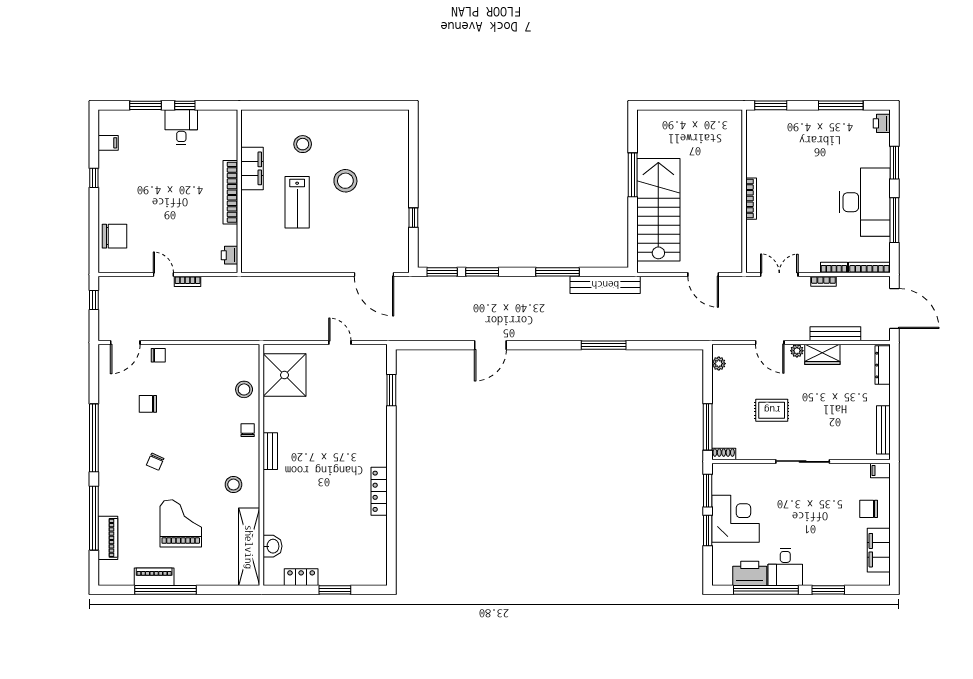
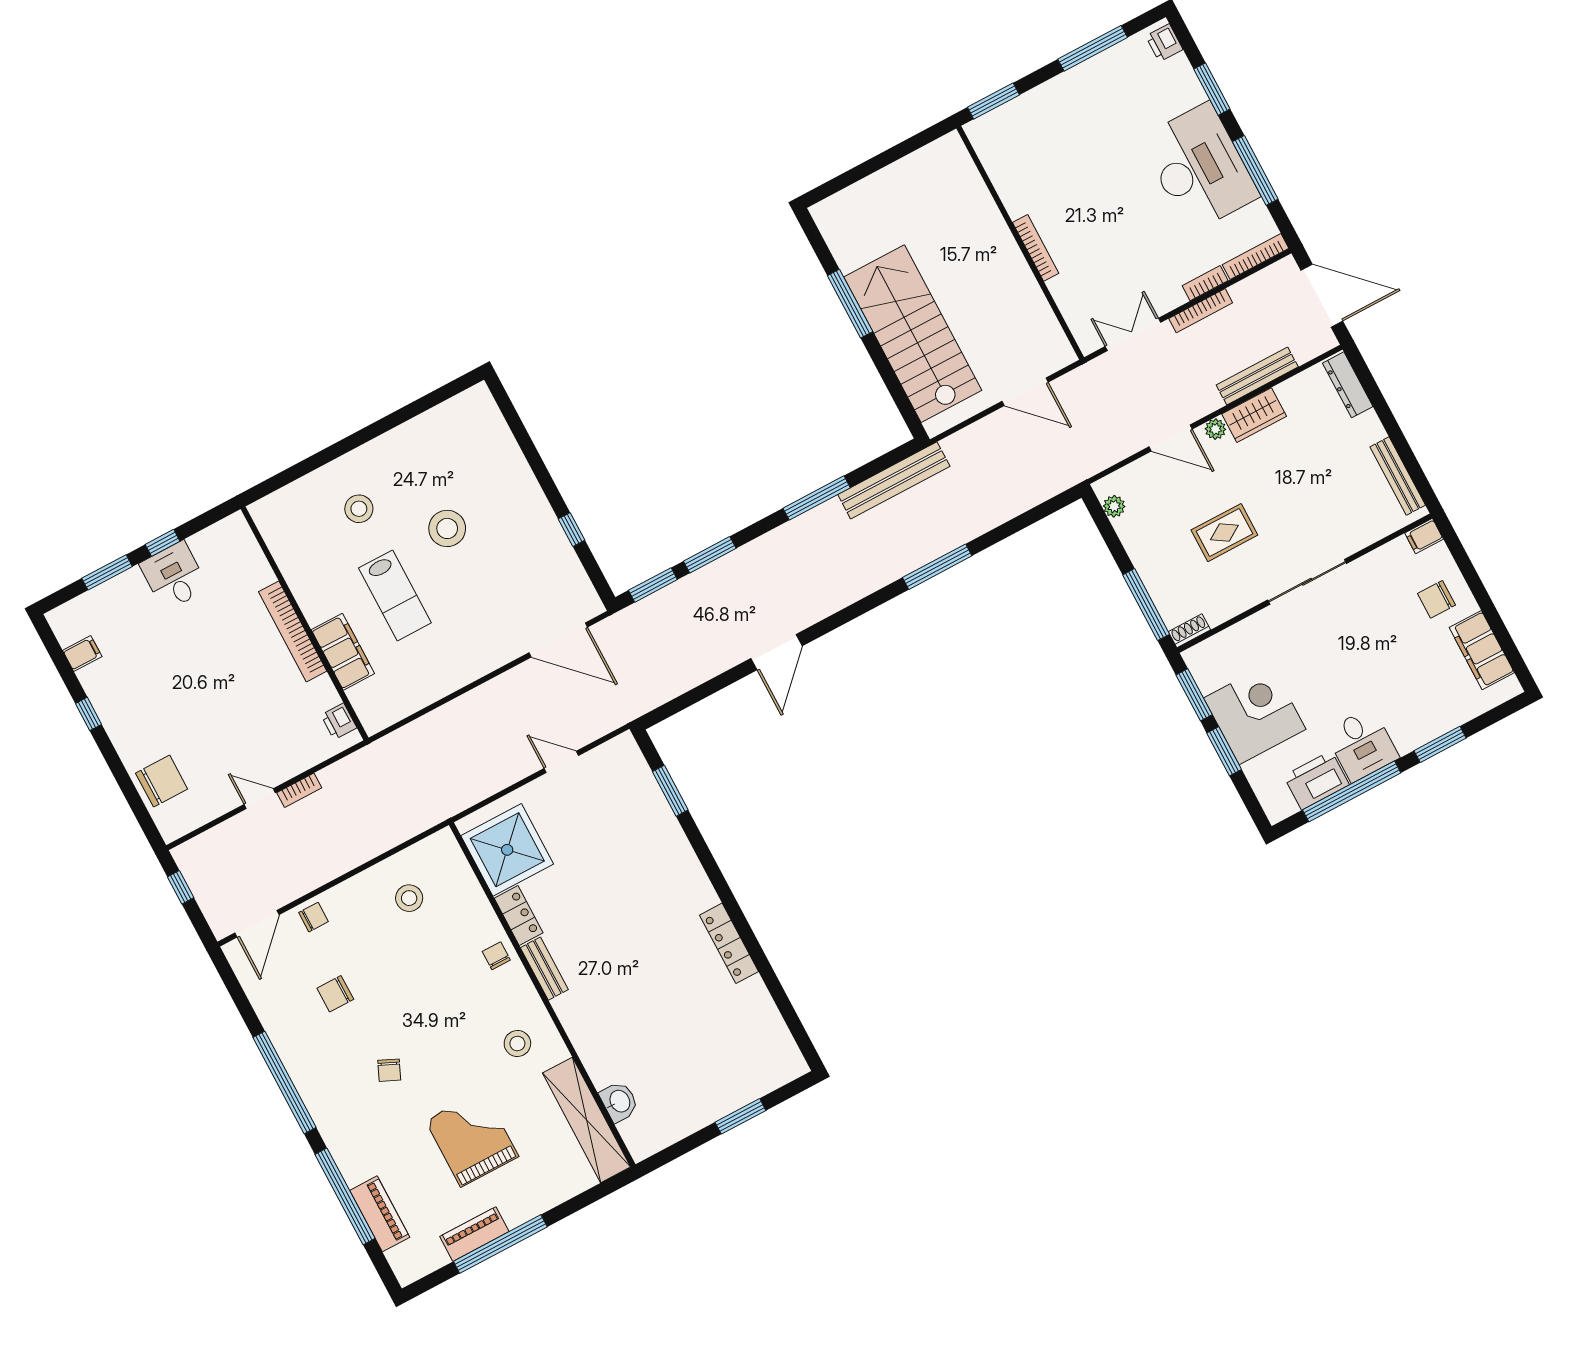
filing cabinet: (252, 168) -> (343, 652), moved
bookcase: (823, 281) -> (1201, 311), width x1.56
stool: (244, 389) -> (409, 898), moved
locker: (301, 577) -> (519, 916), moved, turned 90

